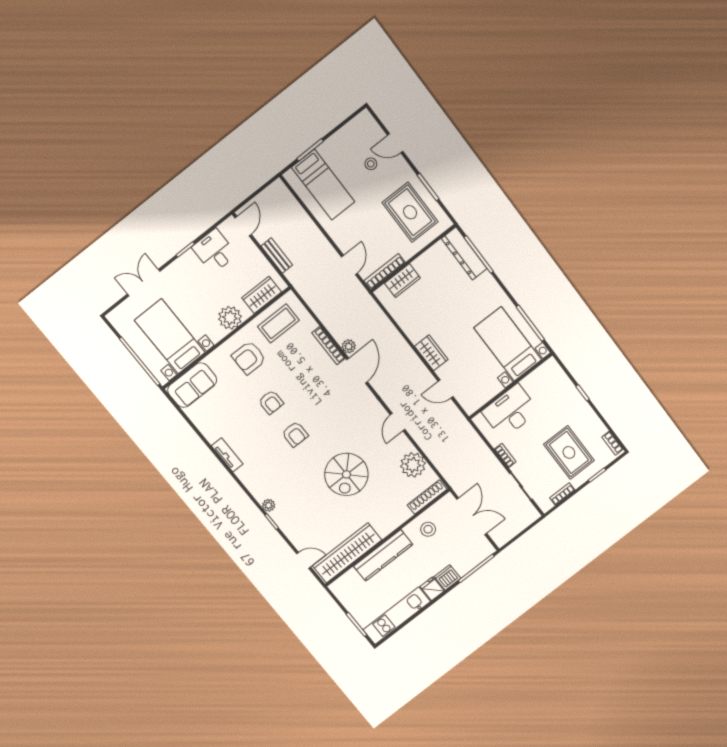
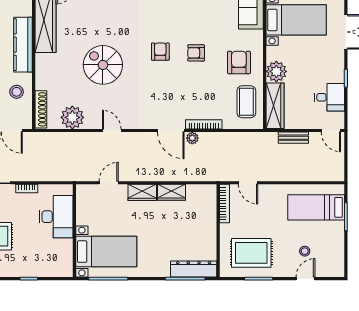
wardrobe: (402, 281) -> (172, 192), moved, turned -90
wardrobe: (262, 295) -> (275, 106), width x1.50
armchair: (295, 434) -> (160, 52), turned 90

